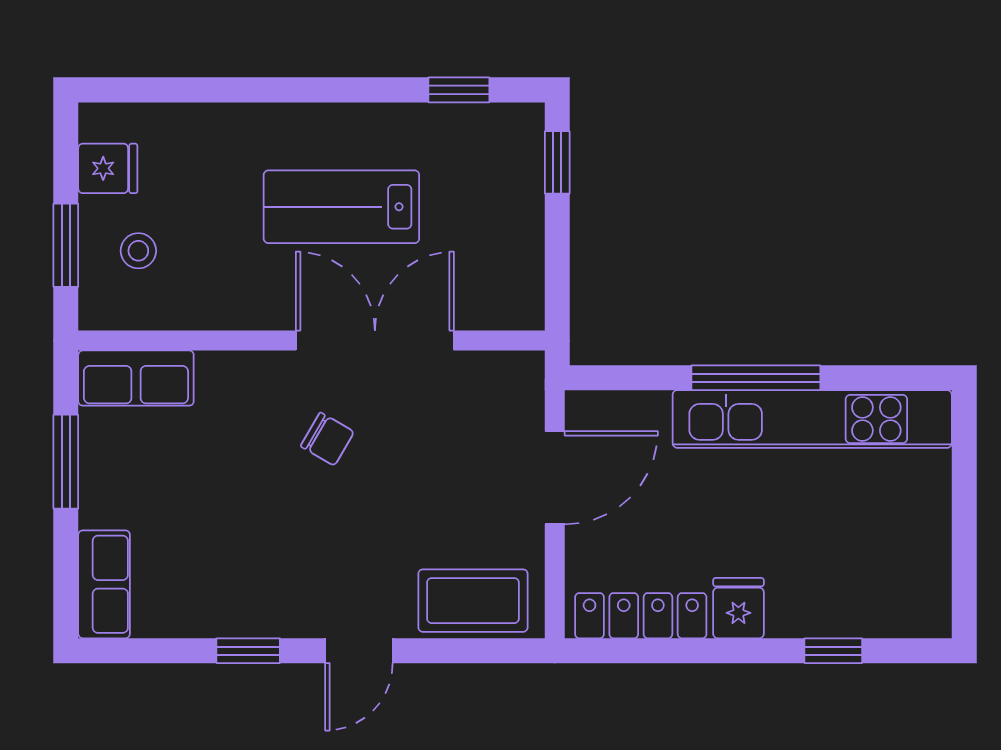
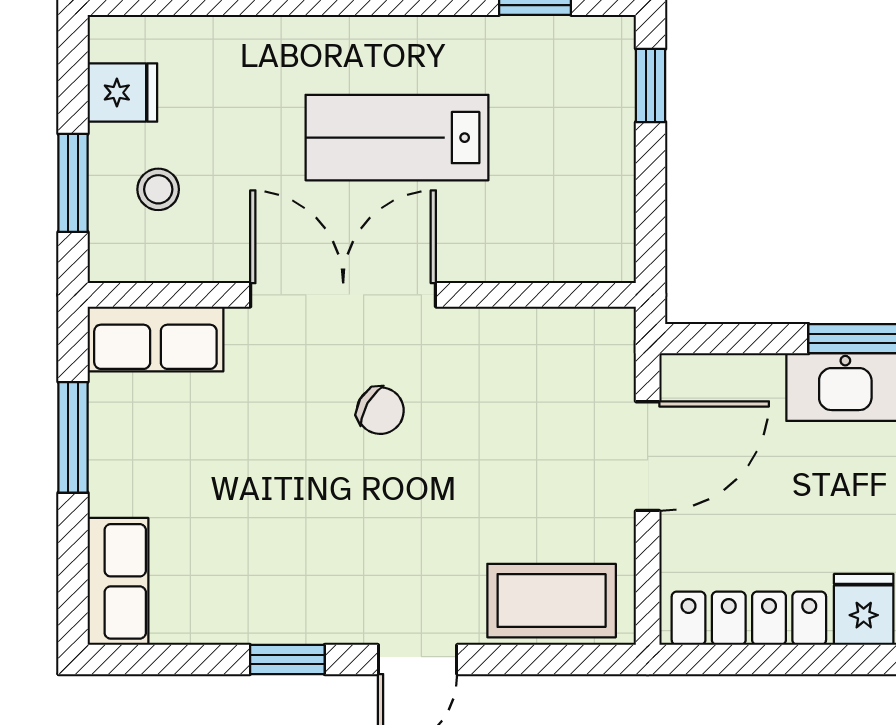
double door: (375, 341) -> (343, 295), moved

